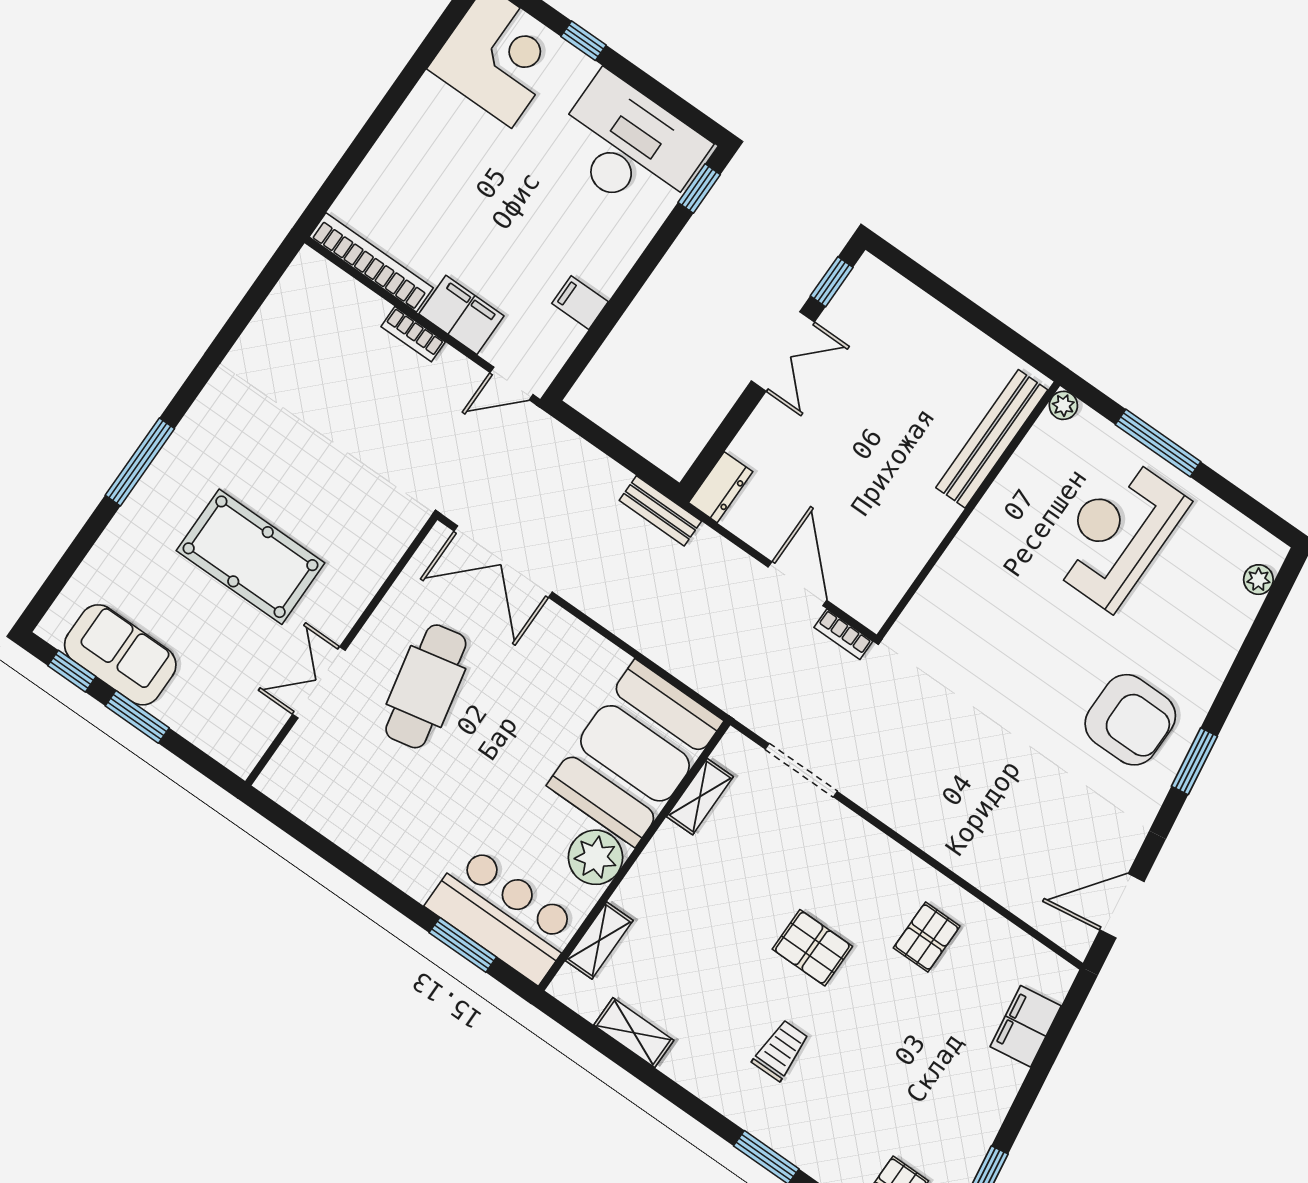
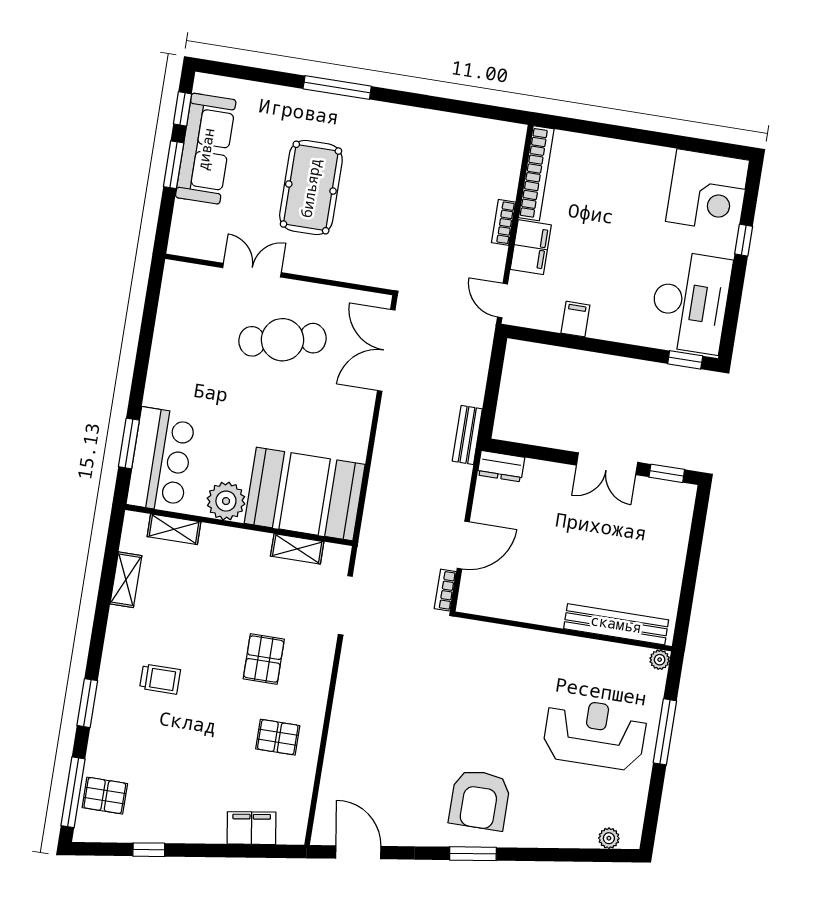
sofa: (120, 655) -> (206, 149), width x1.36
pallet: (812, 948) -> (264, 659), moved

